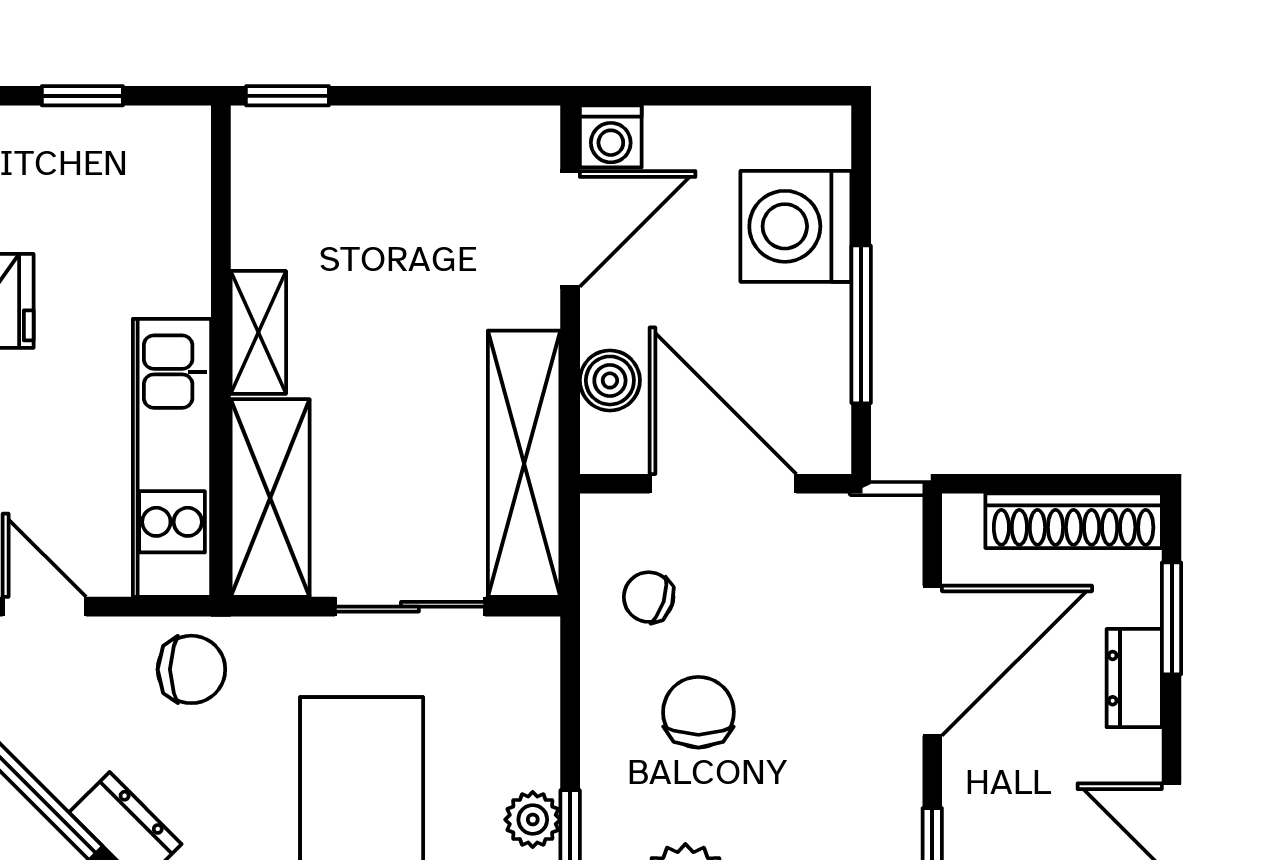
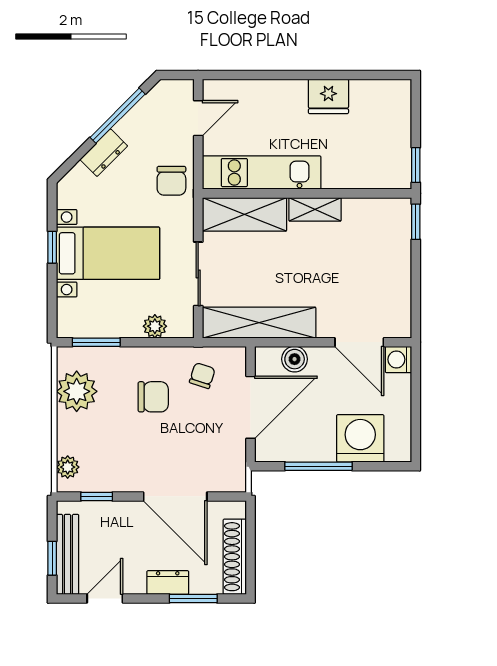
window: (82, 96) -> (416, 165), moved
plant: (533, 820) -> (155, 326), moved

